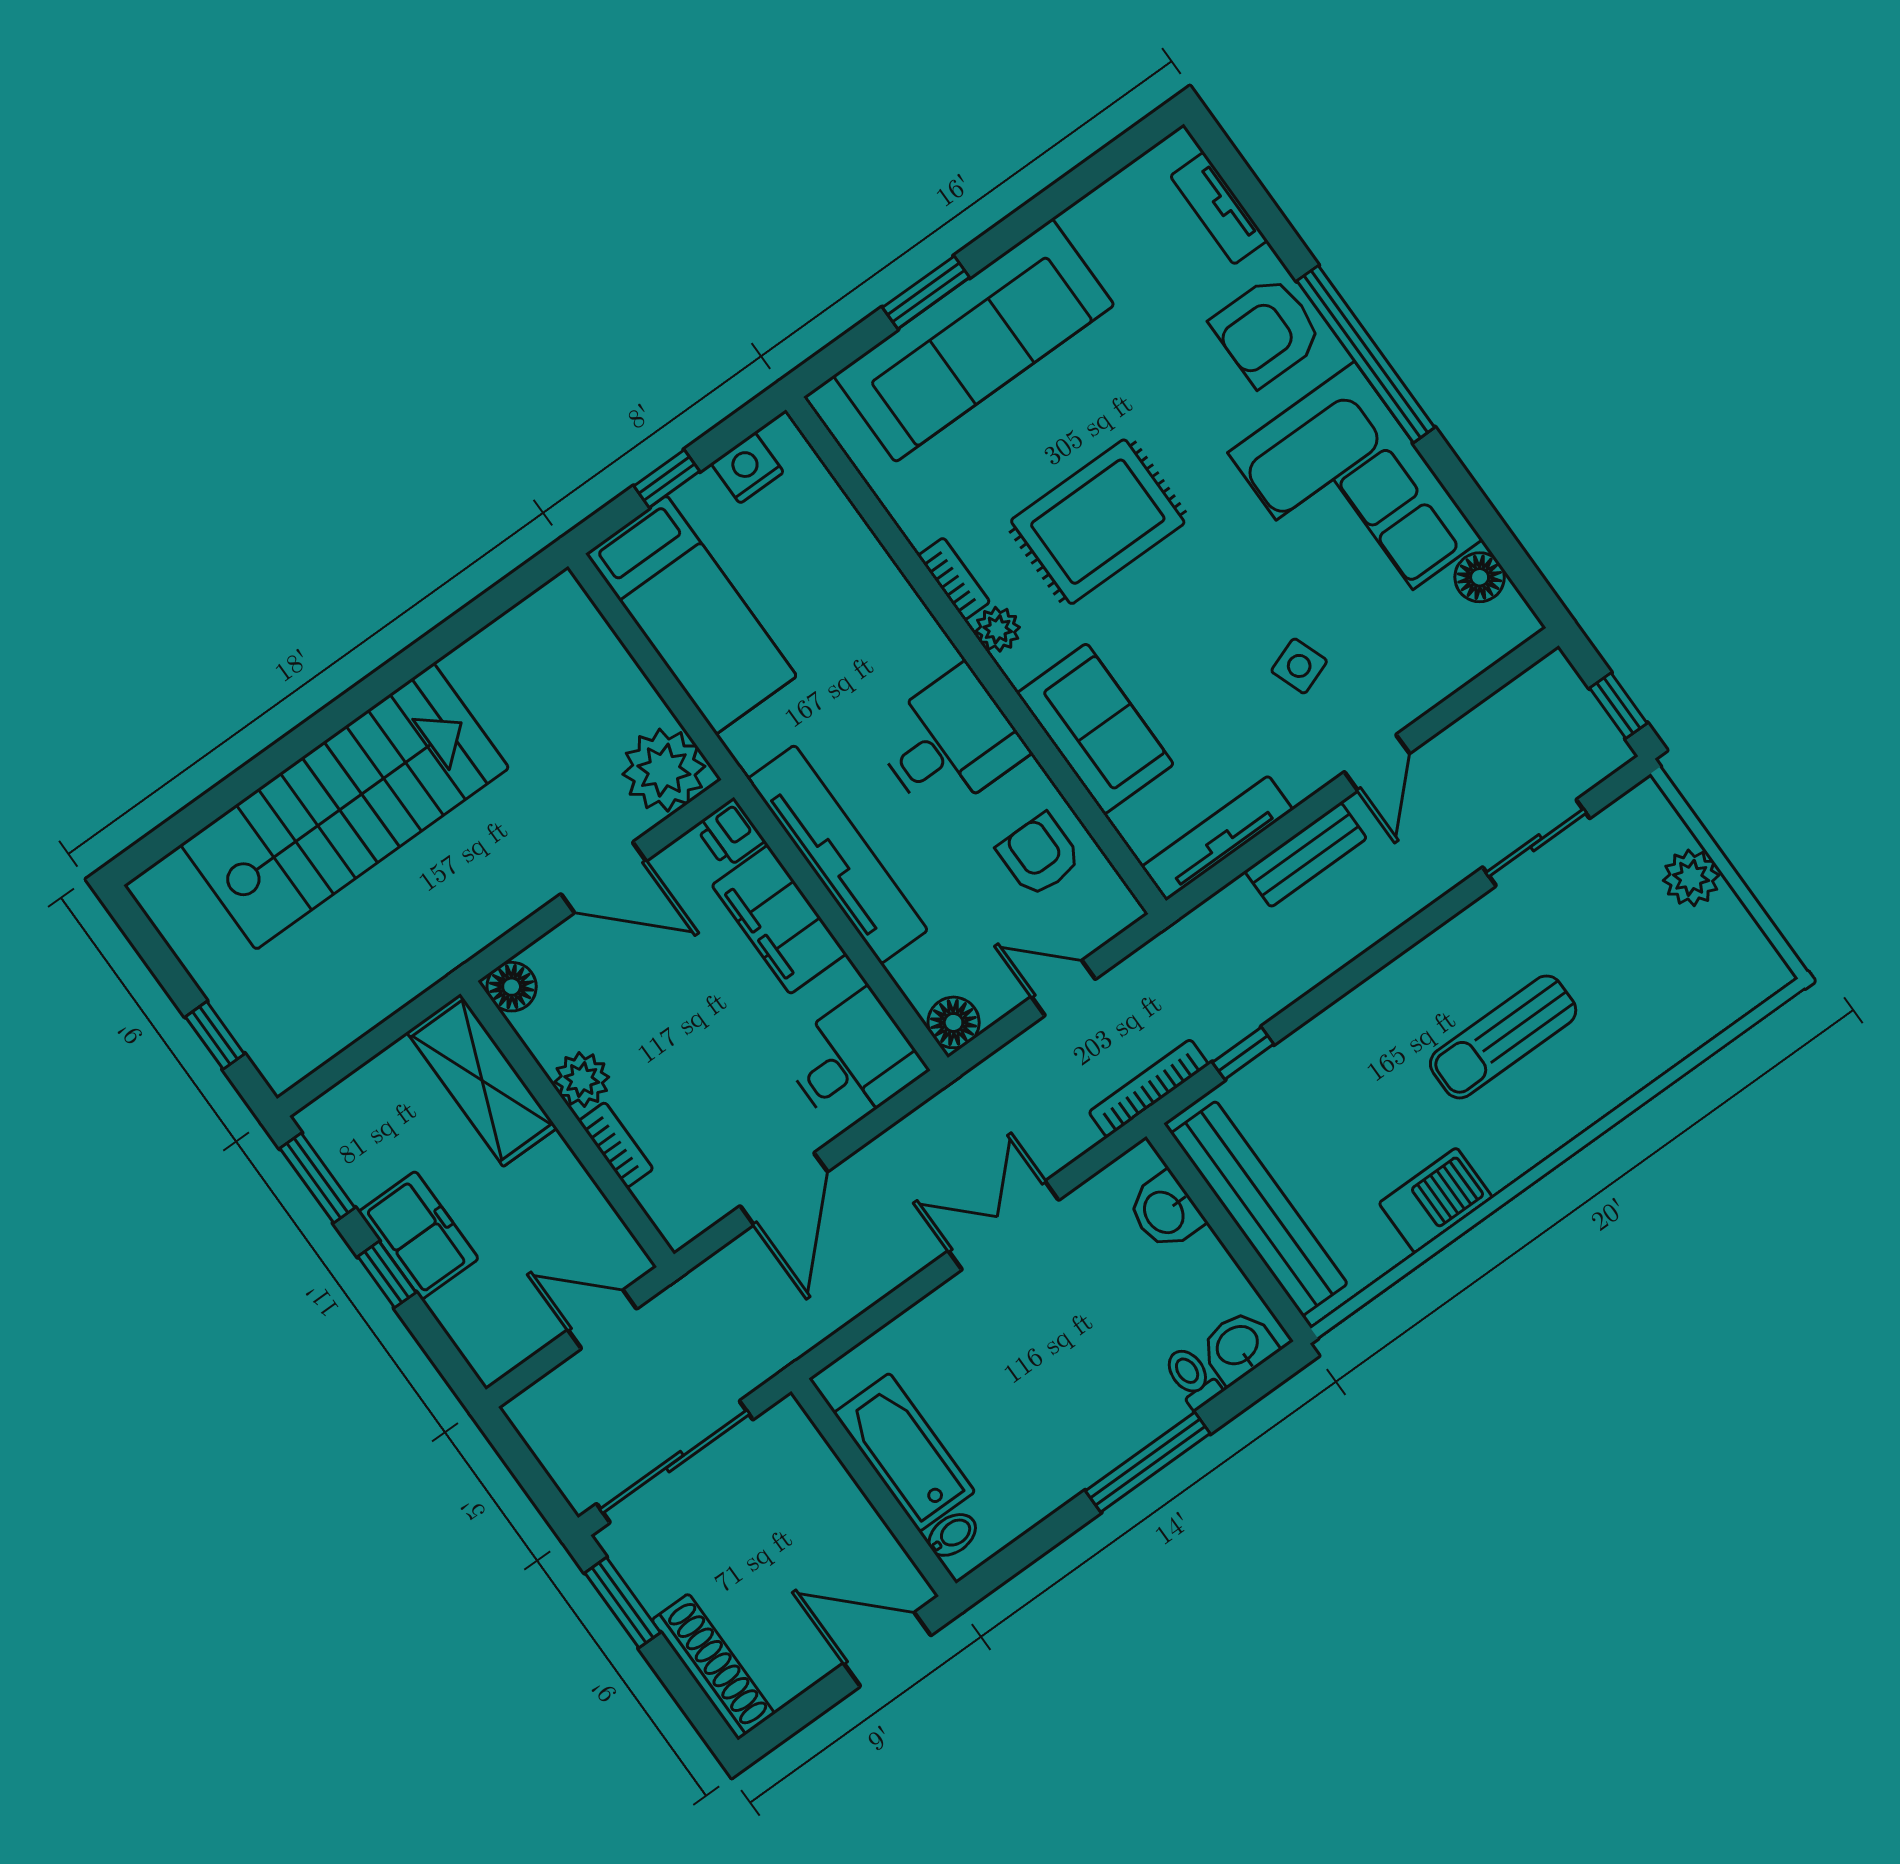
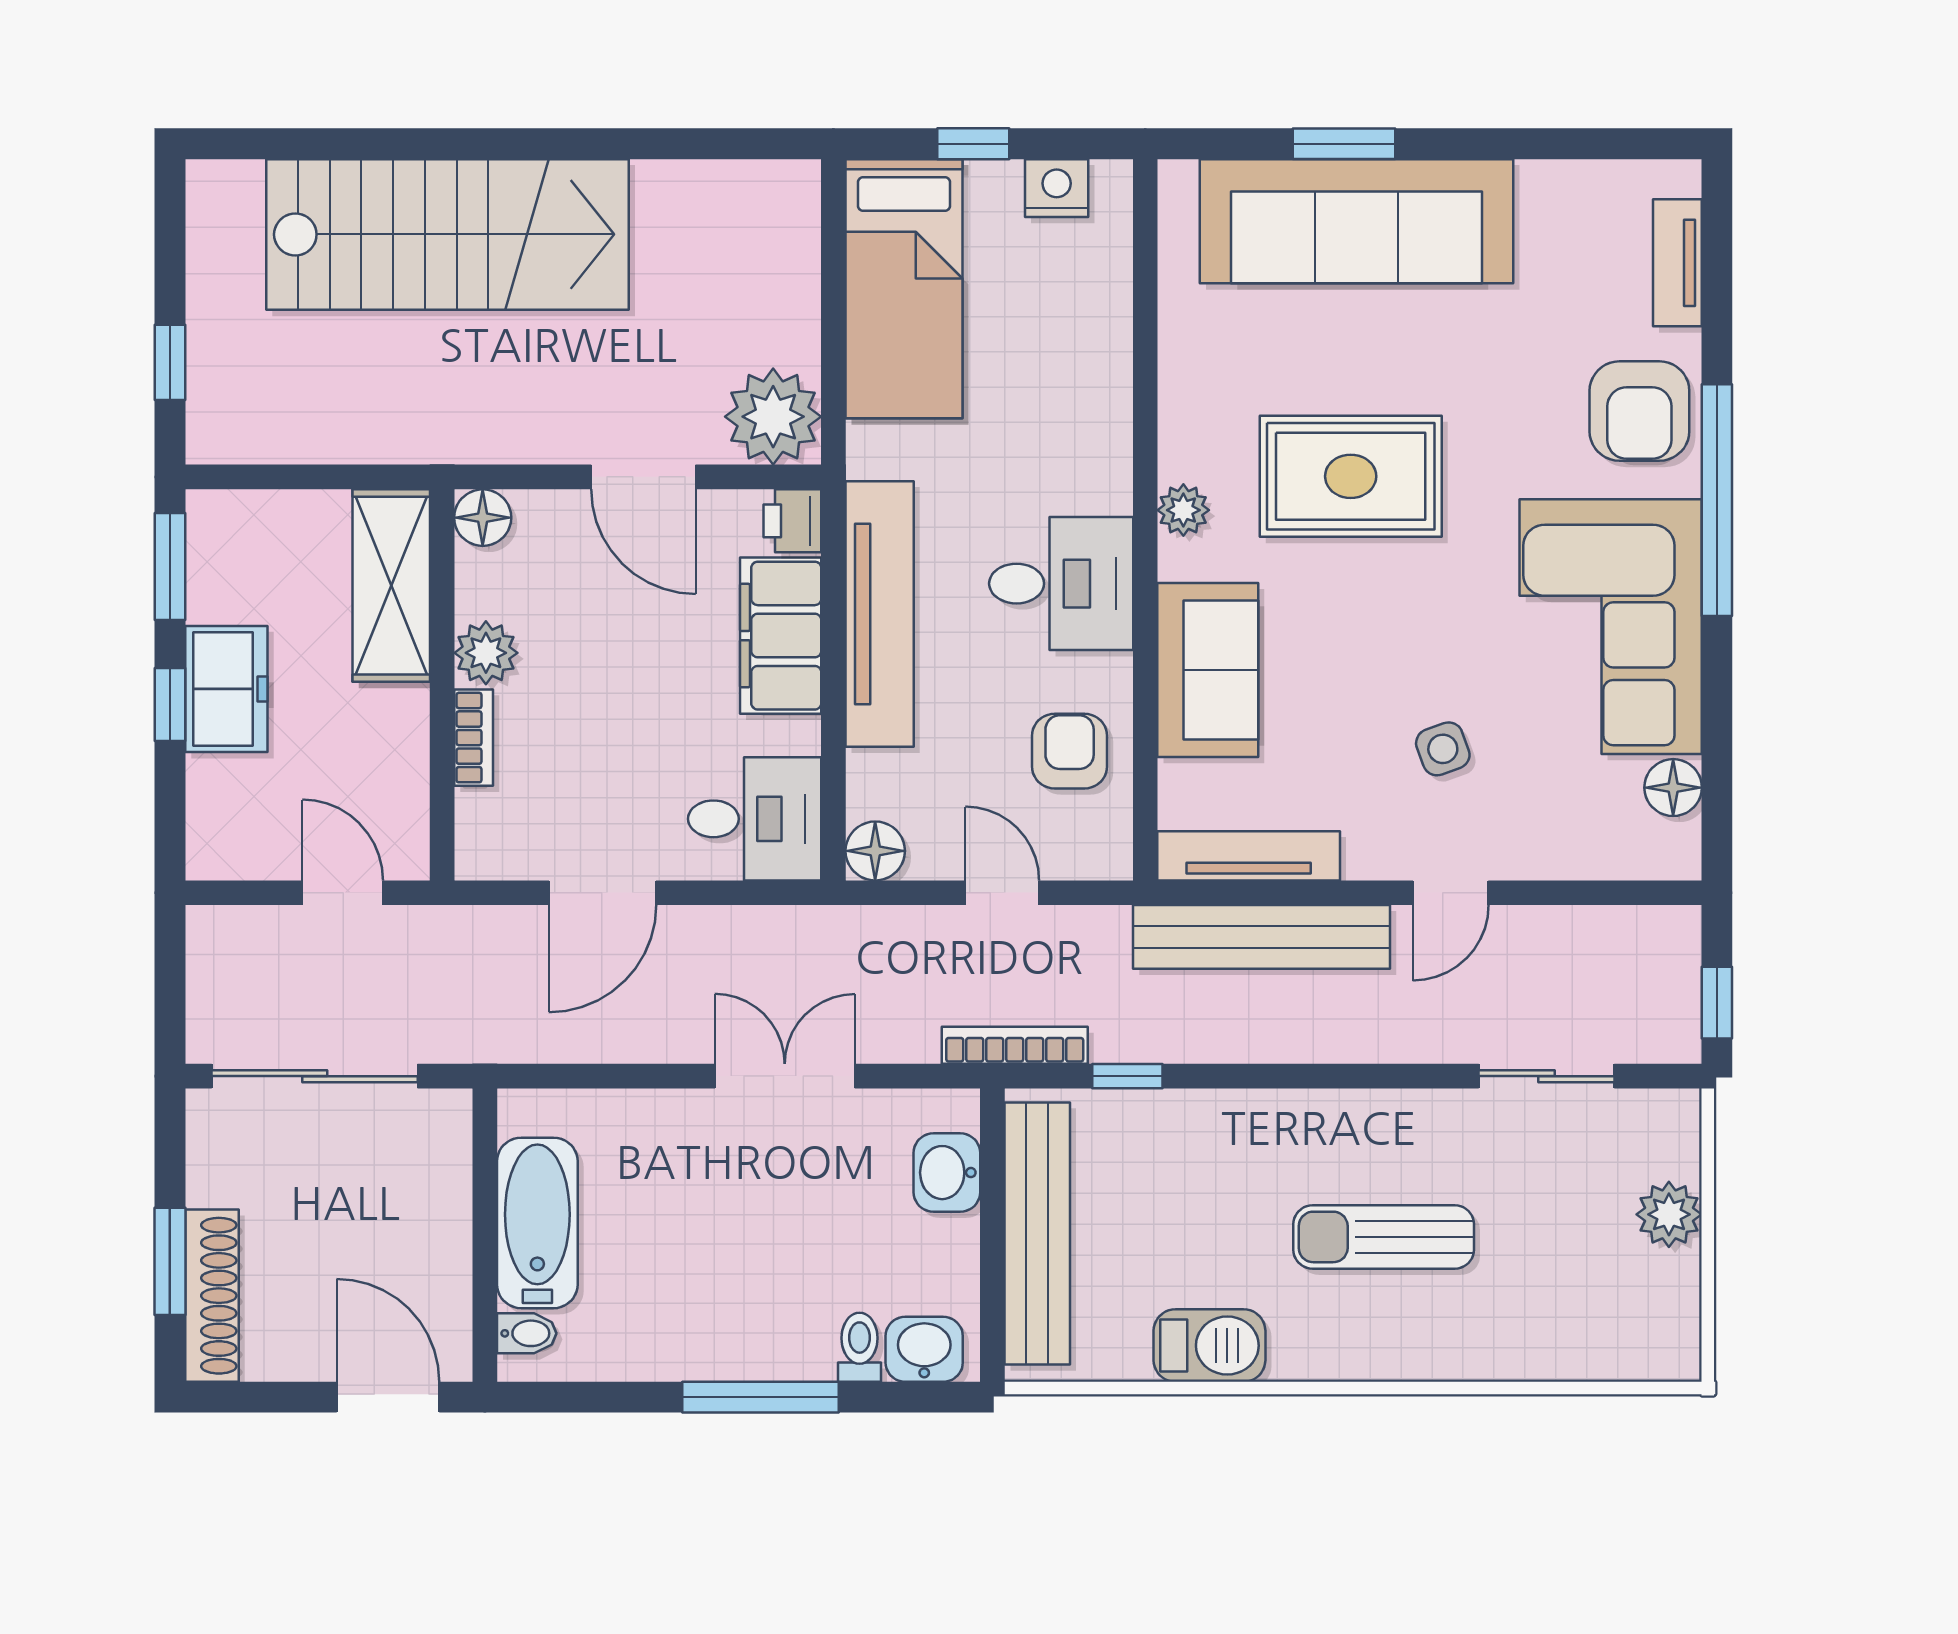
armchair: (1267, 331) -> (1639, 411), turned -90
bookcase: (954, 579) -> (1176, 433), removed
bench: (1306, 855) -> (1262, 937), width x1.86, depth x1.21
window: (623, 1603) -> (170, 1261), moved

